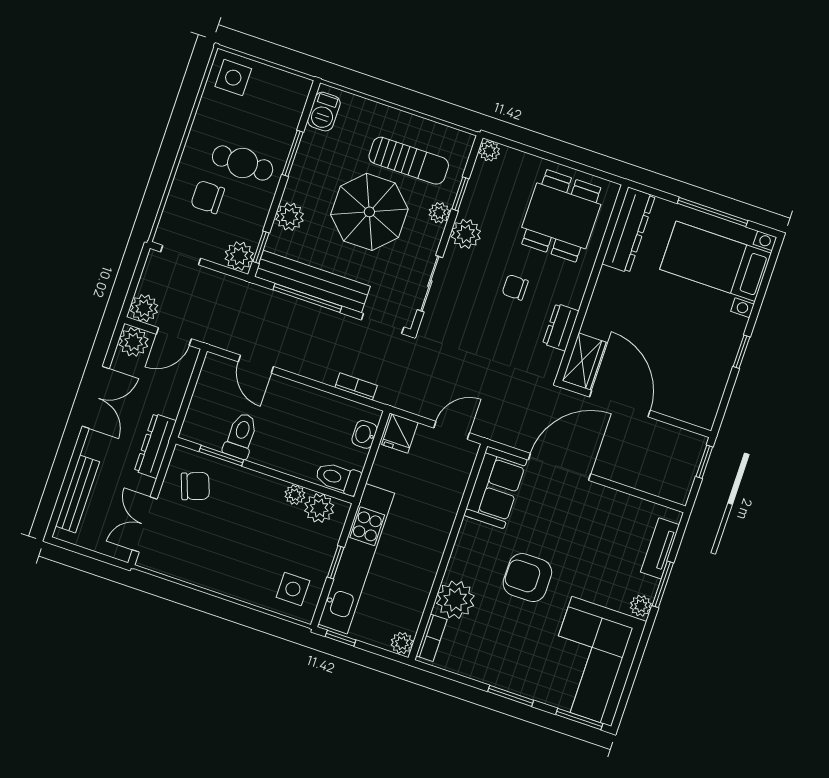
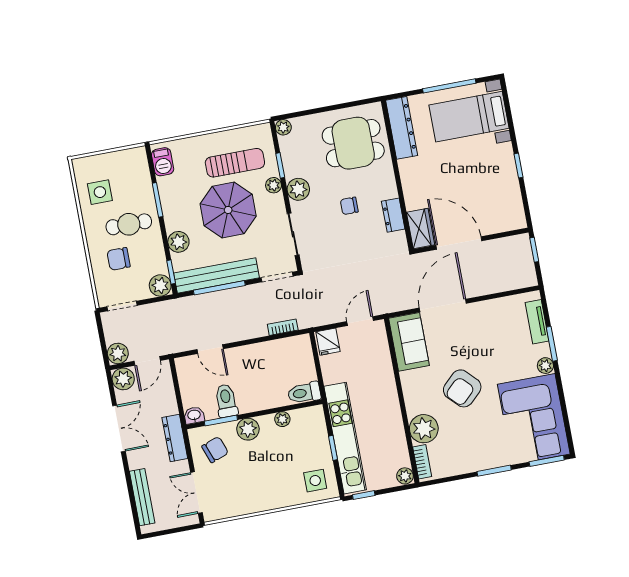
side table: (233, 78) -> (100, 192), moved
dining table: (561, 216) -> (353, 143), turned 90
washbasin: (364, 434) -> (194, 415), moved, turned 90
plant: (319, 508) -> (248, 429), moved
armchair: (527, 578) -> (462, 388), turned -44

